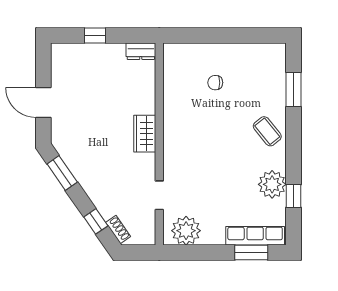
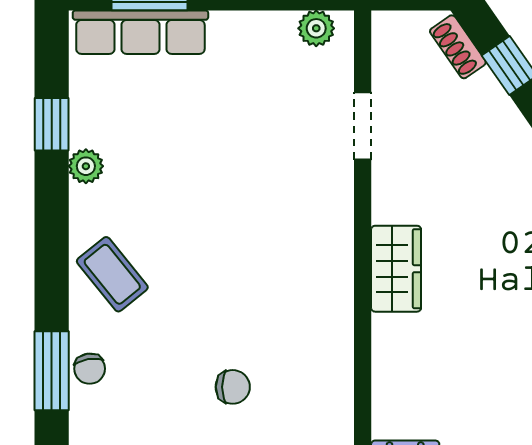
chair: (277, 90) -> (90, 369), added
plant: (272, 184) -> (86, 166), width x0.53, depth x0.53
plant: (186, 231) -> (316, 28), width x0.53, depth x0.53

